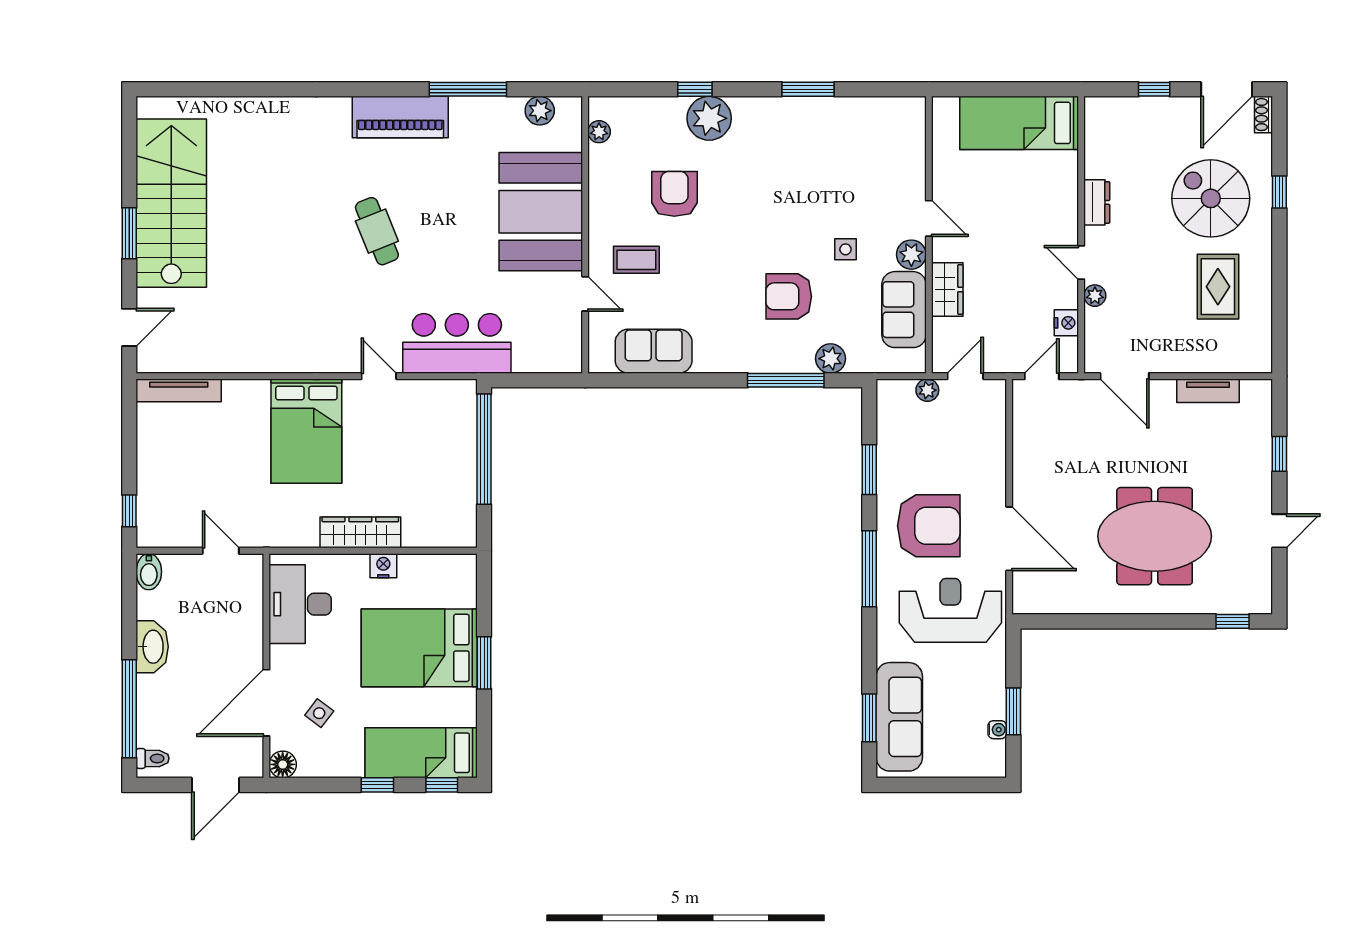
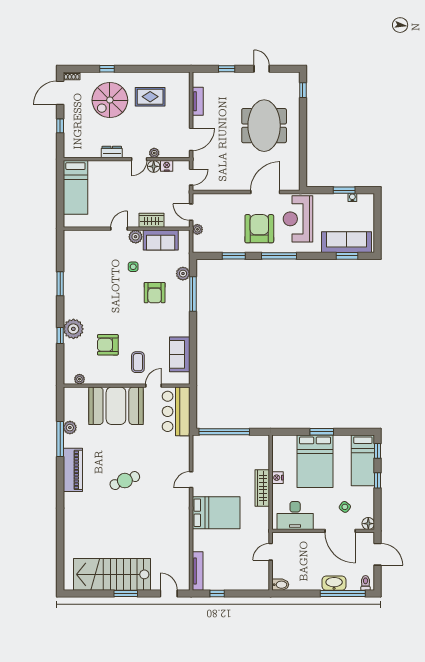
door: (1227, 89) -> (60, 93), swing flipped
plant: (540, 111) -> (70, 428), moved
floor lamp: (1065, 294) -> (154, 166), added
bar counter: (457, 343) -> (176, 411), moved
door: (1042, 376) -> (191, 177), swing flipped
window: (129, 511) -> (217, 594), moved
washbasin: (152, 647) -> (334, 583), moved

